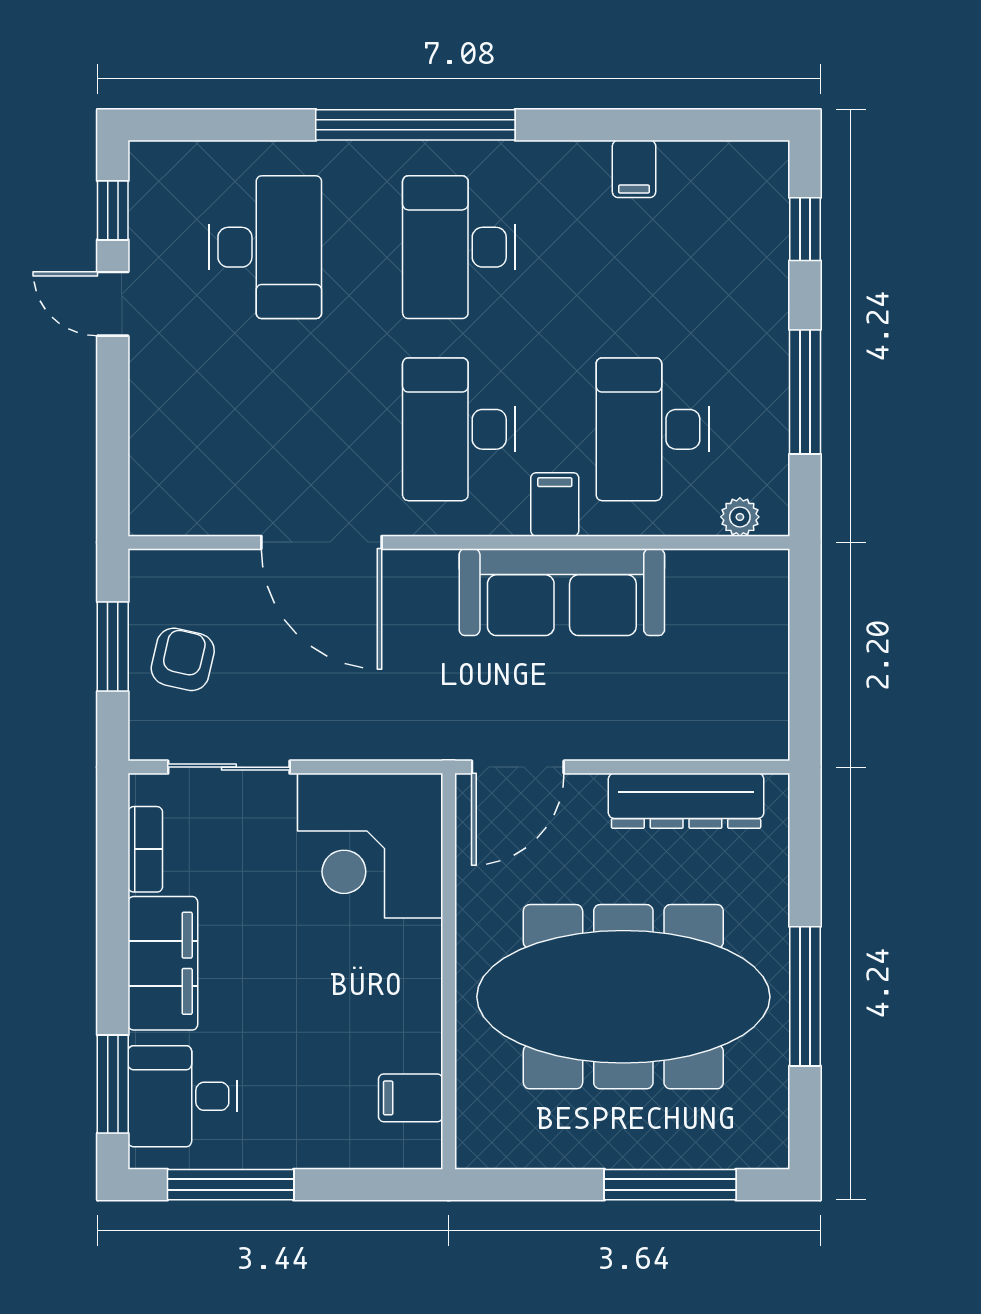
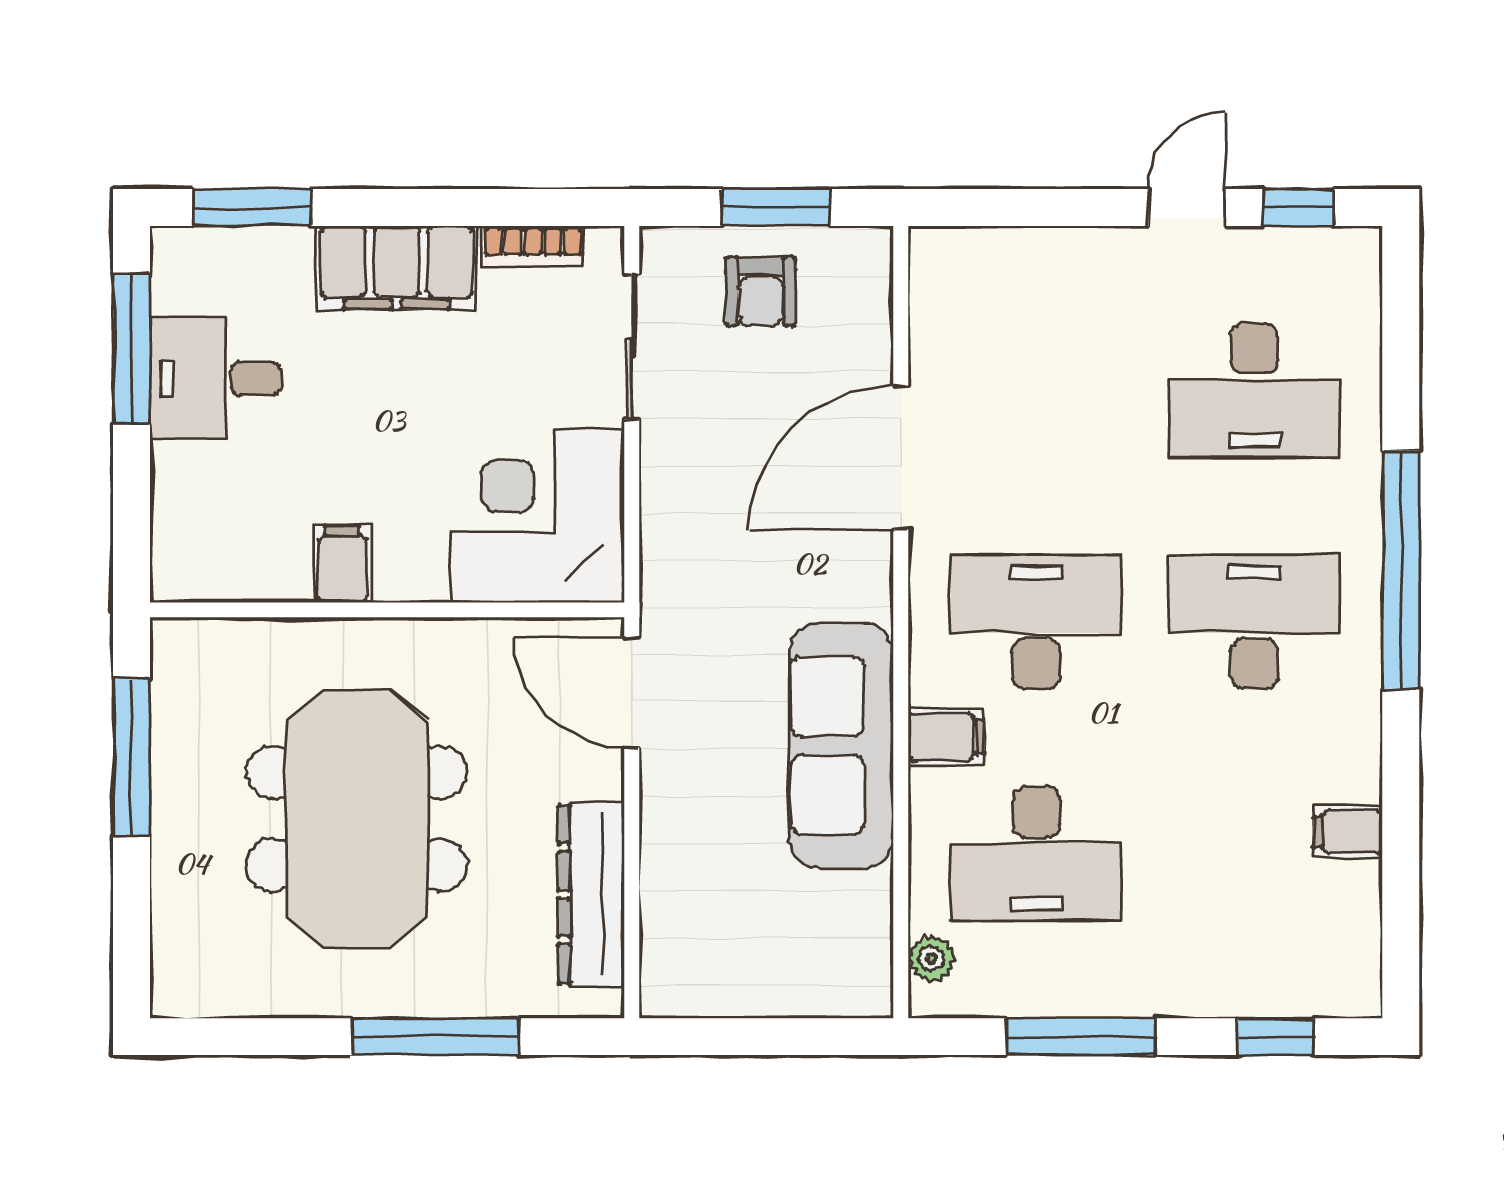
desk: (653, 429) -> (1036, 854), turned 180
armchair: (183, 659) -> (761, 291), turned 77
window: (805, 996) -> (436, 1037), moved
meeting table: (623, 997) -> (357, 819), width x0.73
desk: (183, 1096) -> (215, 379), moved, turned -90
filing cabinet: (411, 1098) -> (342, 564), moved
window: (670, 1185) -> (132, 757), moved

